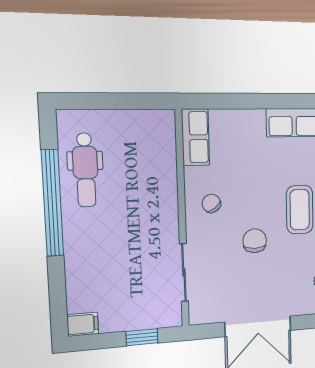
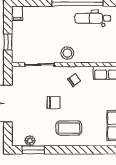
stool: (159, 219) -> (67, 53), added

